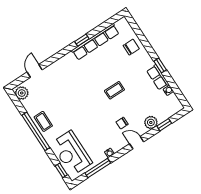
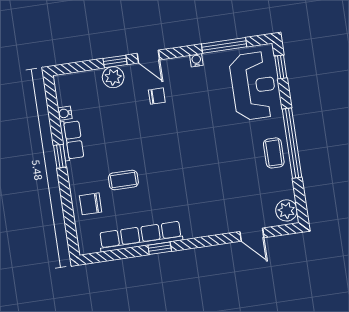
door: (35, 71) -> (252, 235), hinge flipped
coffee table: (114, 90) -> (123, 180), moved
window: (164, 125) -> (115, 62), moved

